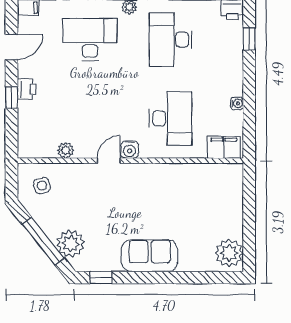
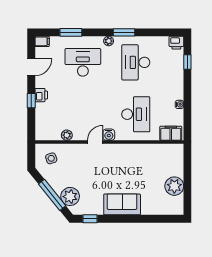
plant: (229, 253) -> (174, 186), moved

